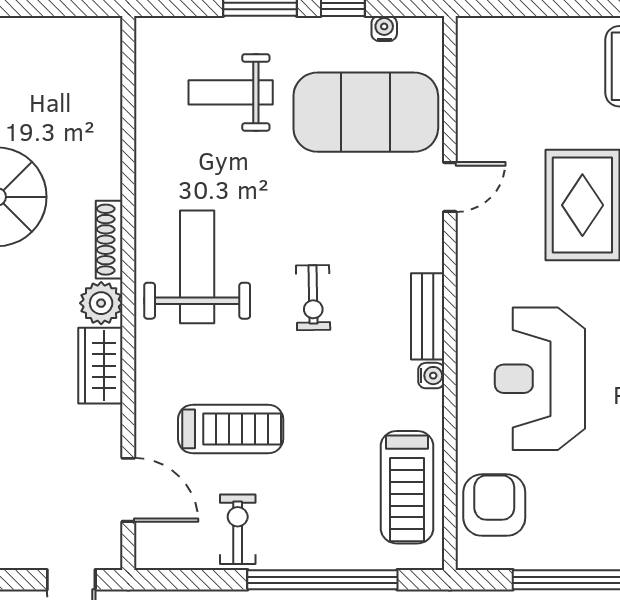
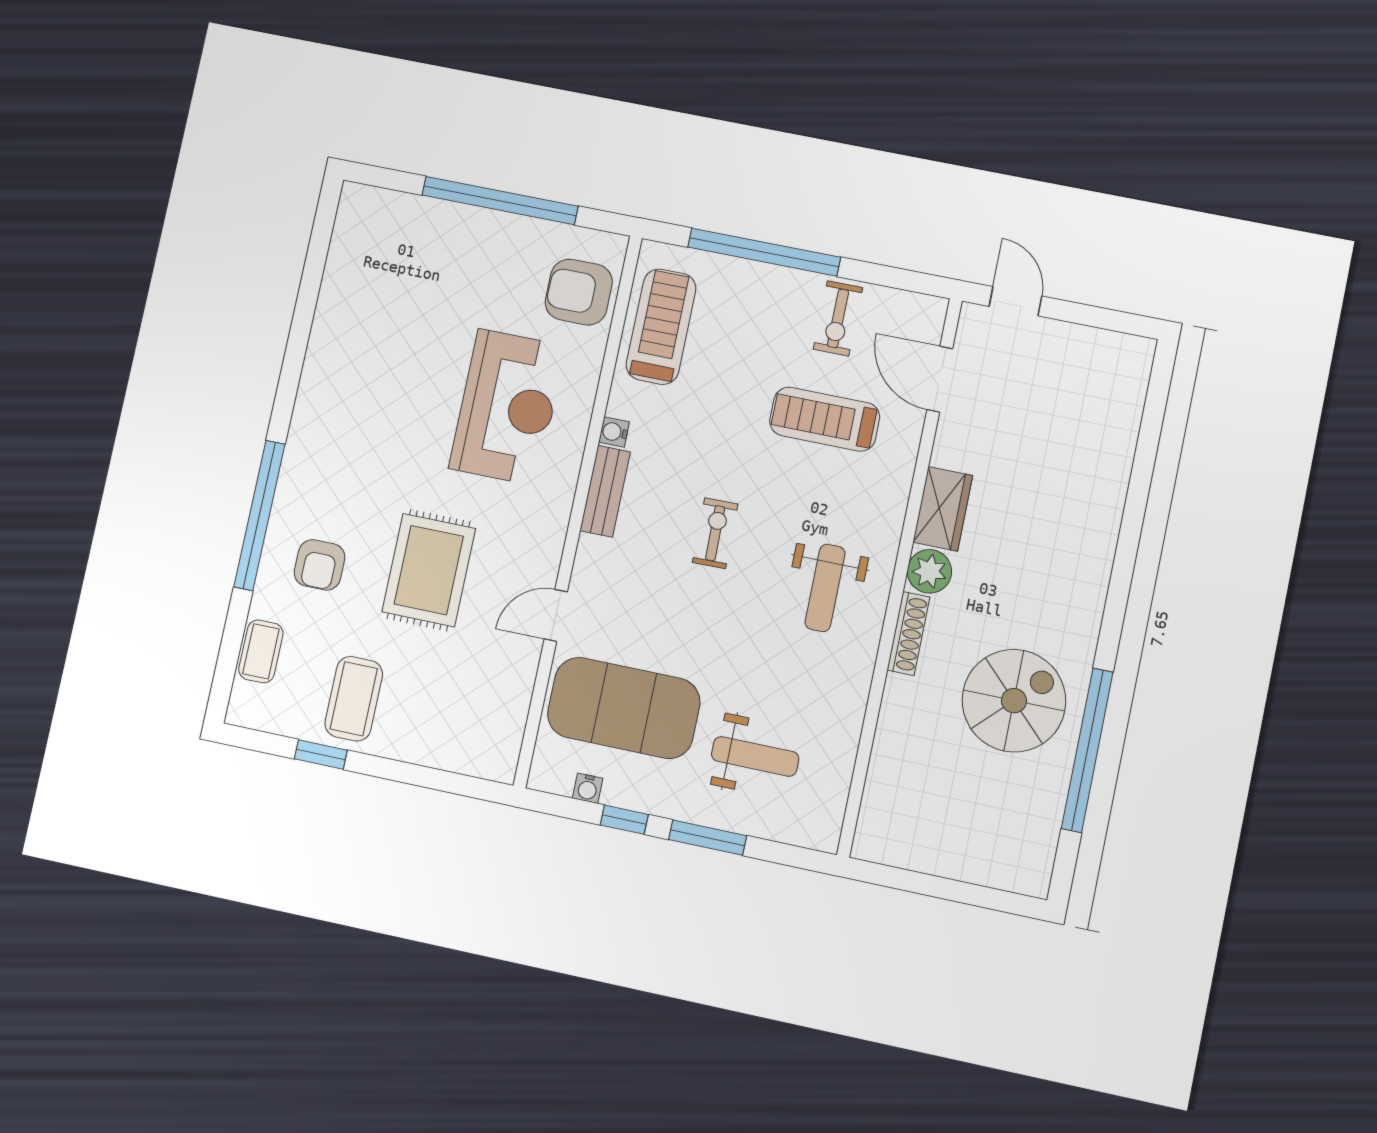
weight bench: (197, 267) -> (825, 588), width x0.73, depth x0.75
armchair: (494, 505) -> (579, 292), turned 90

